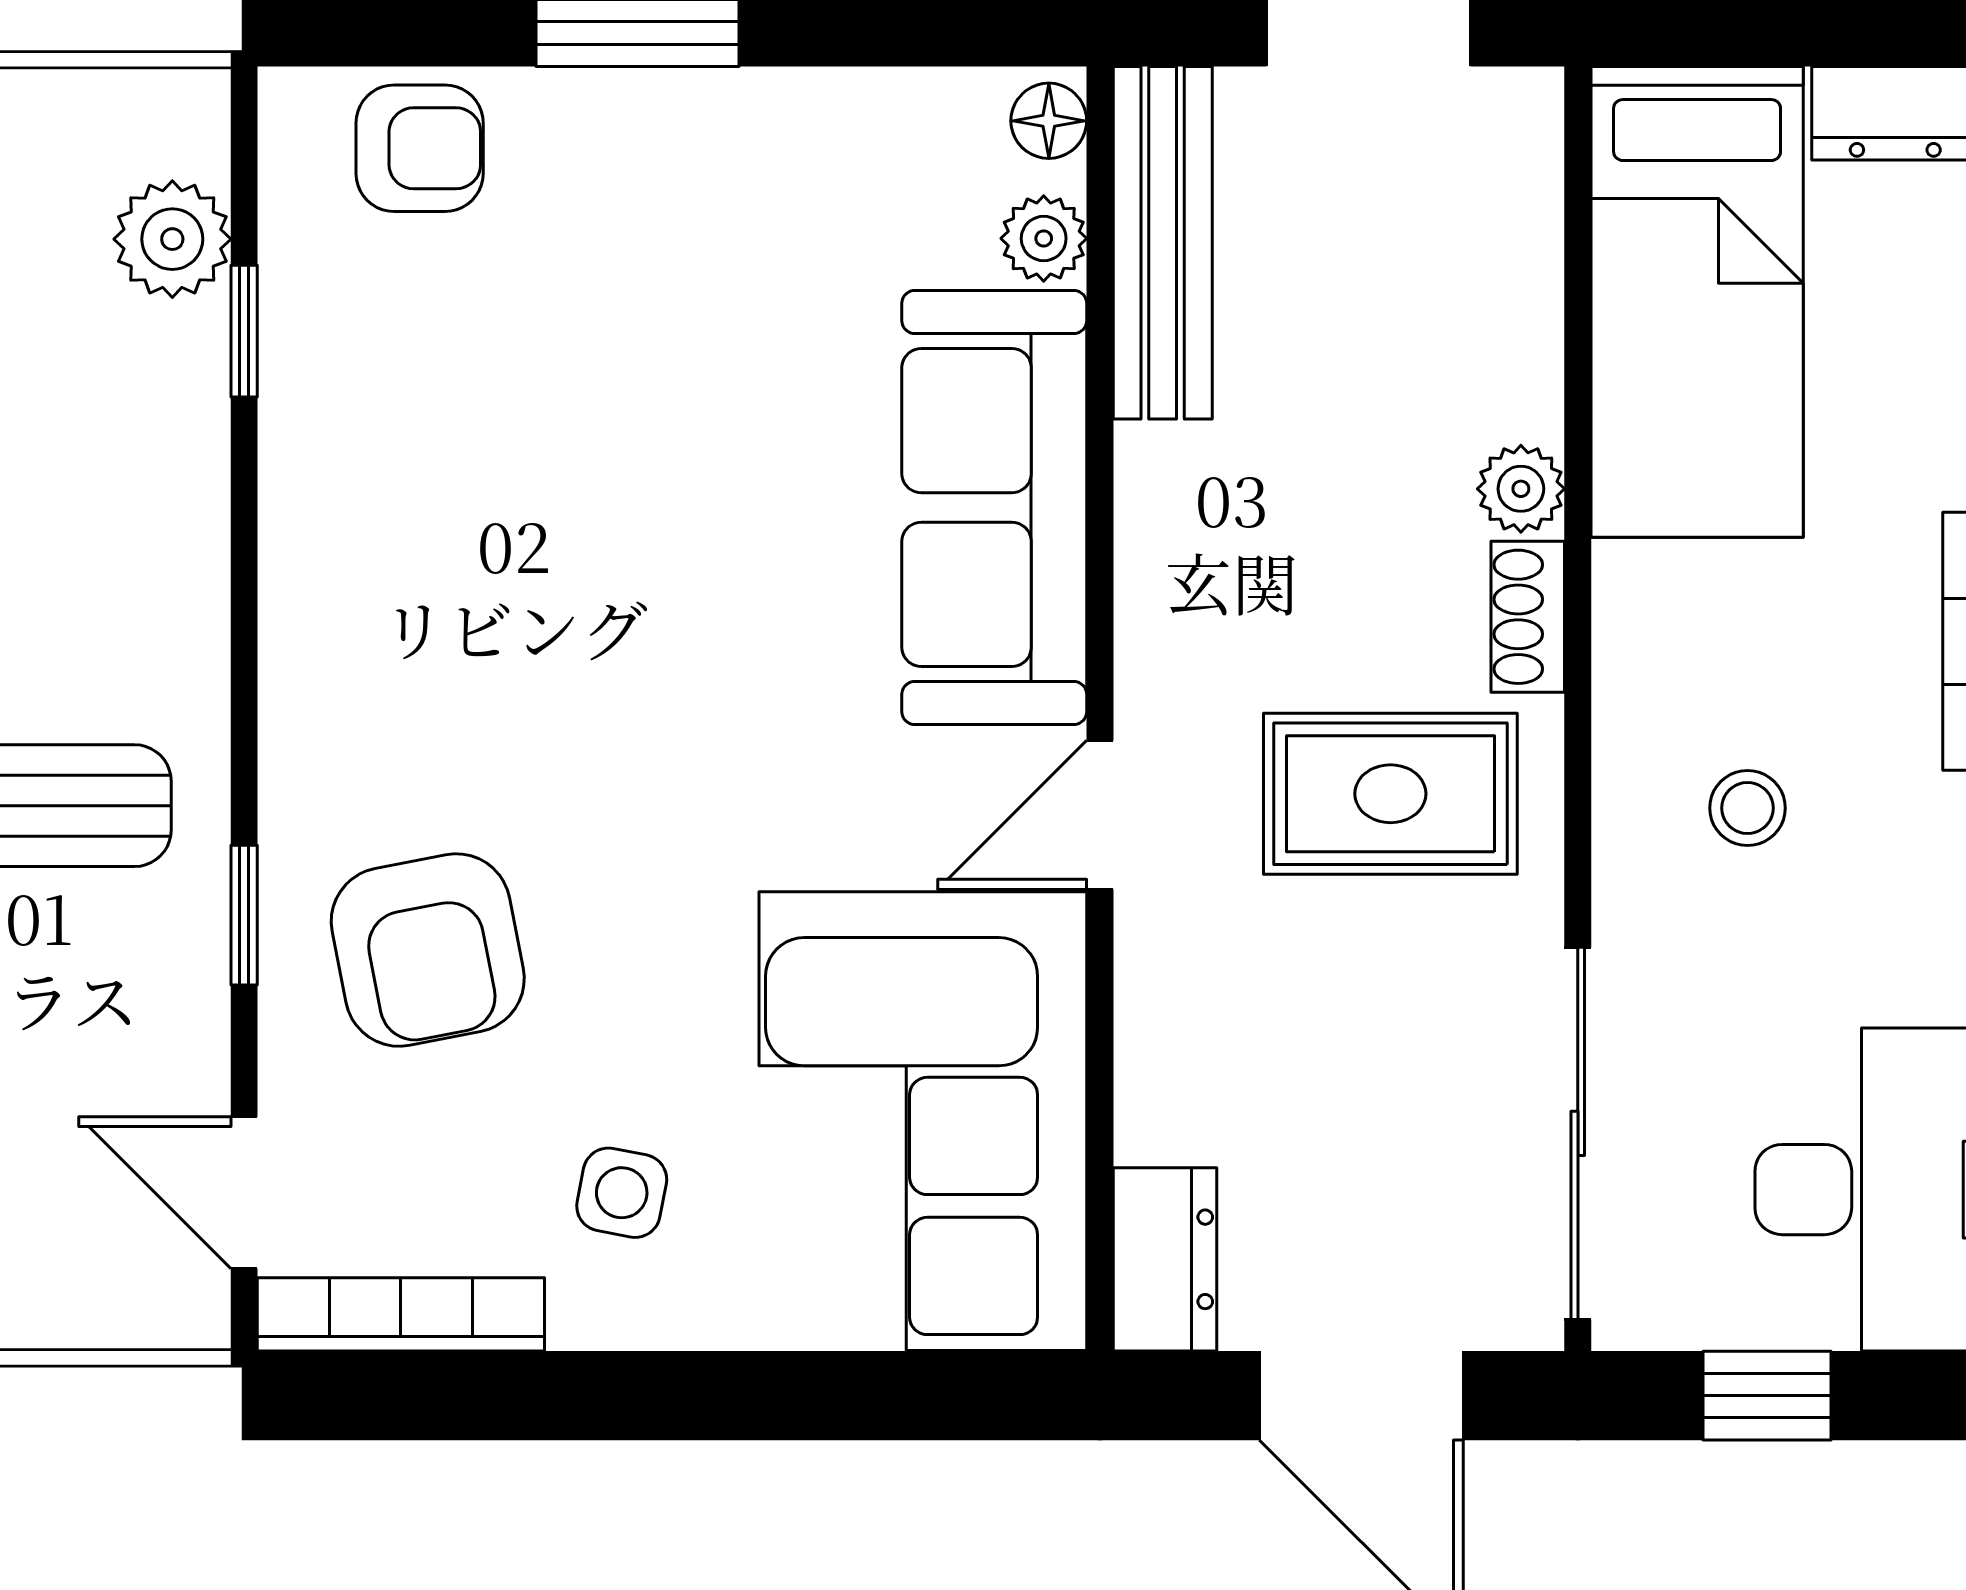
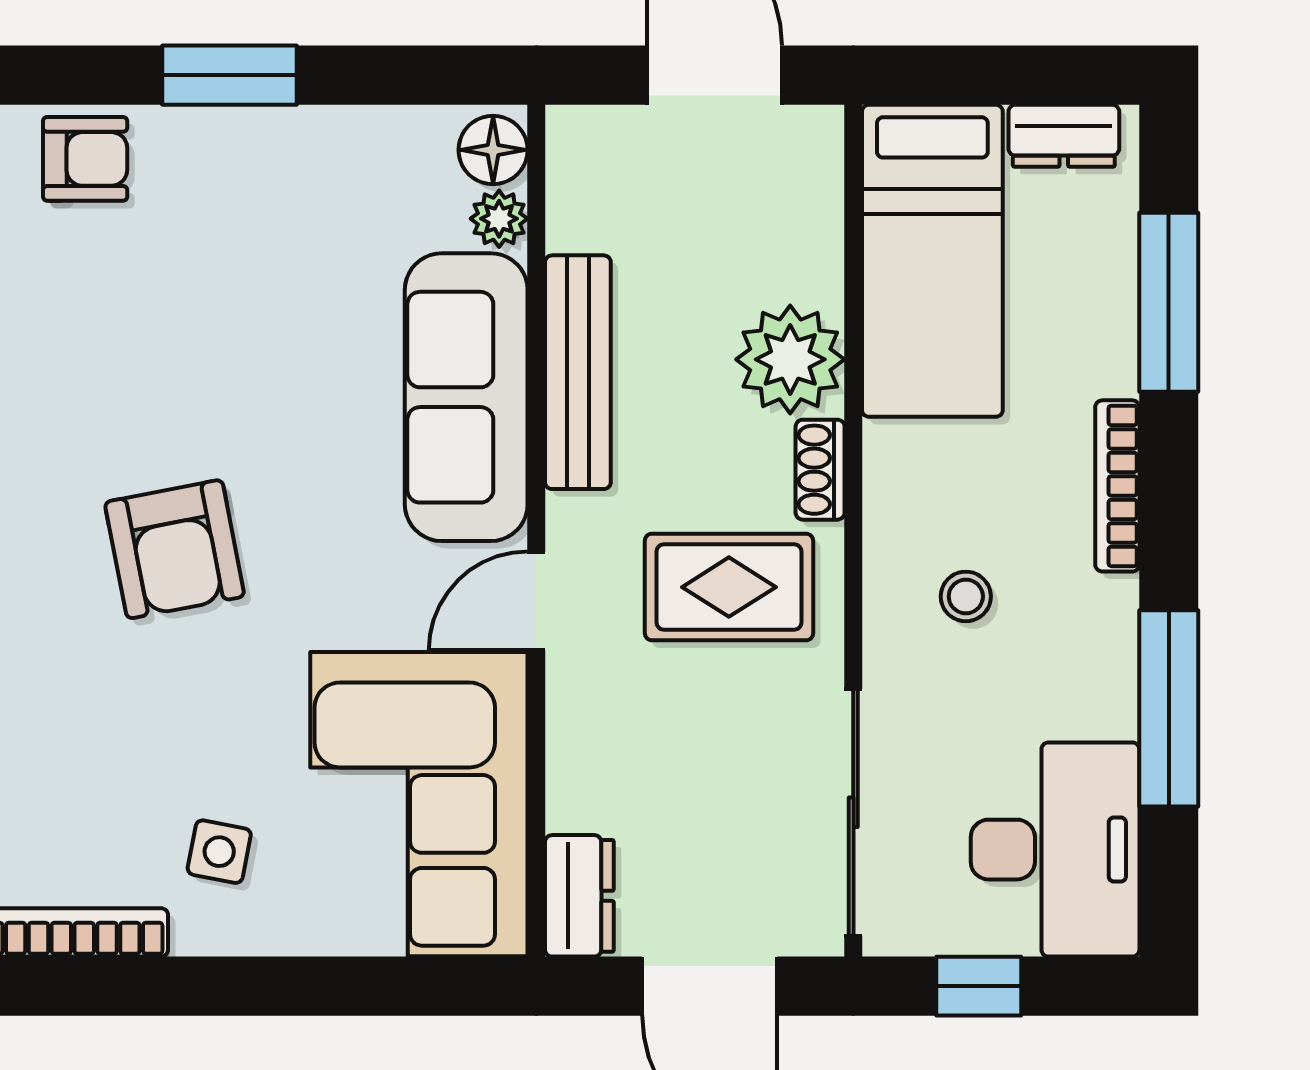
floor lamp: (1049, 121) -> (493, 150), width x1.37, depth x1.37
bench: (1163, 243) -> (578, 372), moved
plant: (1521, 489) -> (790, 359), width x1.87, depth x1.87
armchair: (428, 950) -> (175, 549), moved

